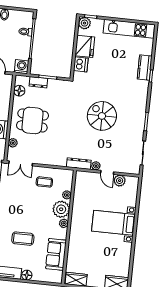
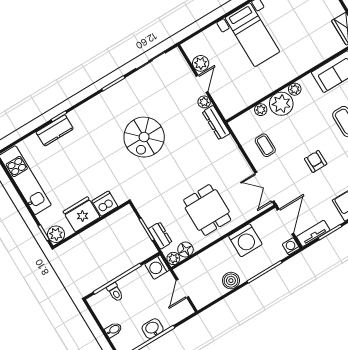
plant: (13, 143) -> (173, 258), moved
double door: (21, 163) -> (265, 187), swing flipped
armchair: (13, 204) -> (316, 161), added

